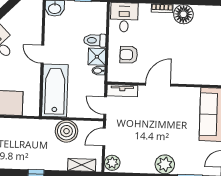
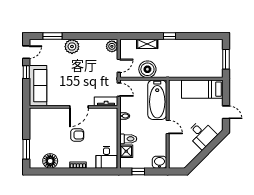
floor lamp: (183, 14) -> (50, 161), moved
armchair: (129, 55) -> (77, 135), moved
shower: (97, 57) -> (126, 151), moved
shelving: (82, 165) -> (147, 44), moved

